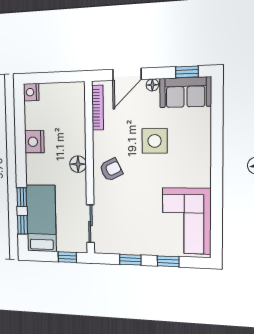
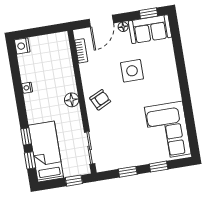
bookcase: (98, 108) -> (81, 51), width x0.64
nightstand: (34, 142) -> (27, 88), width x0.53, depth x0.56

